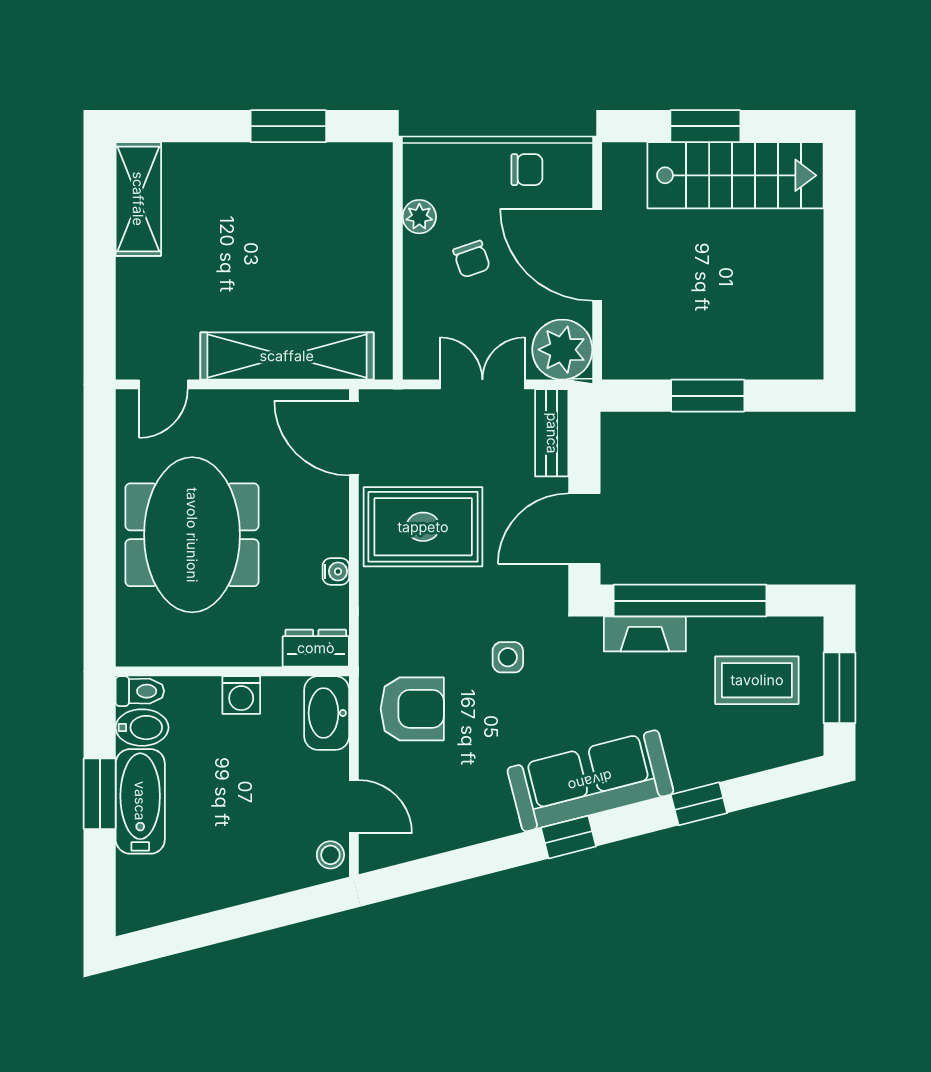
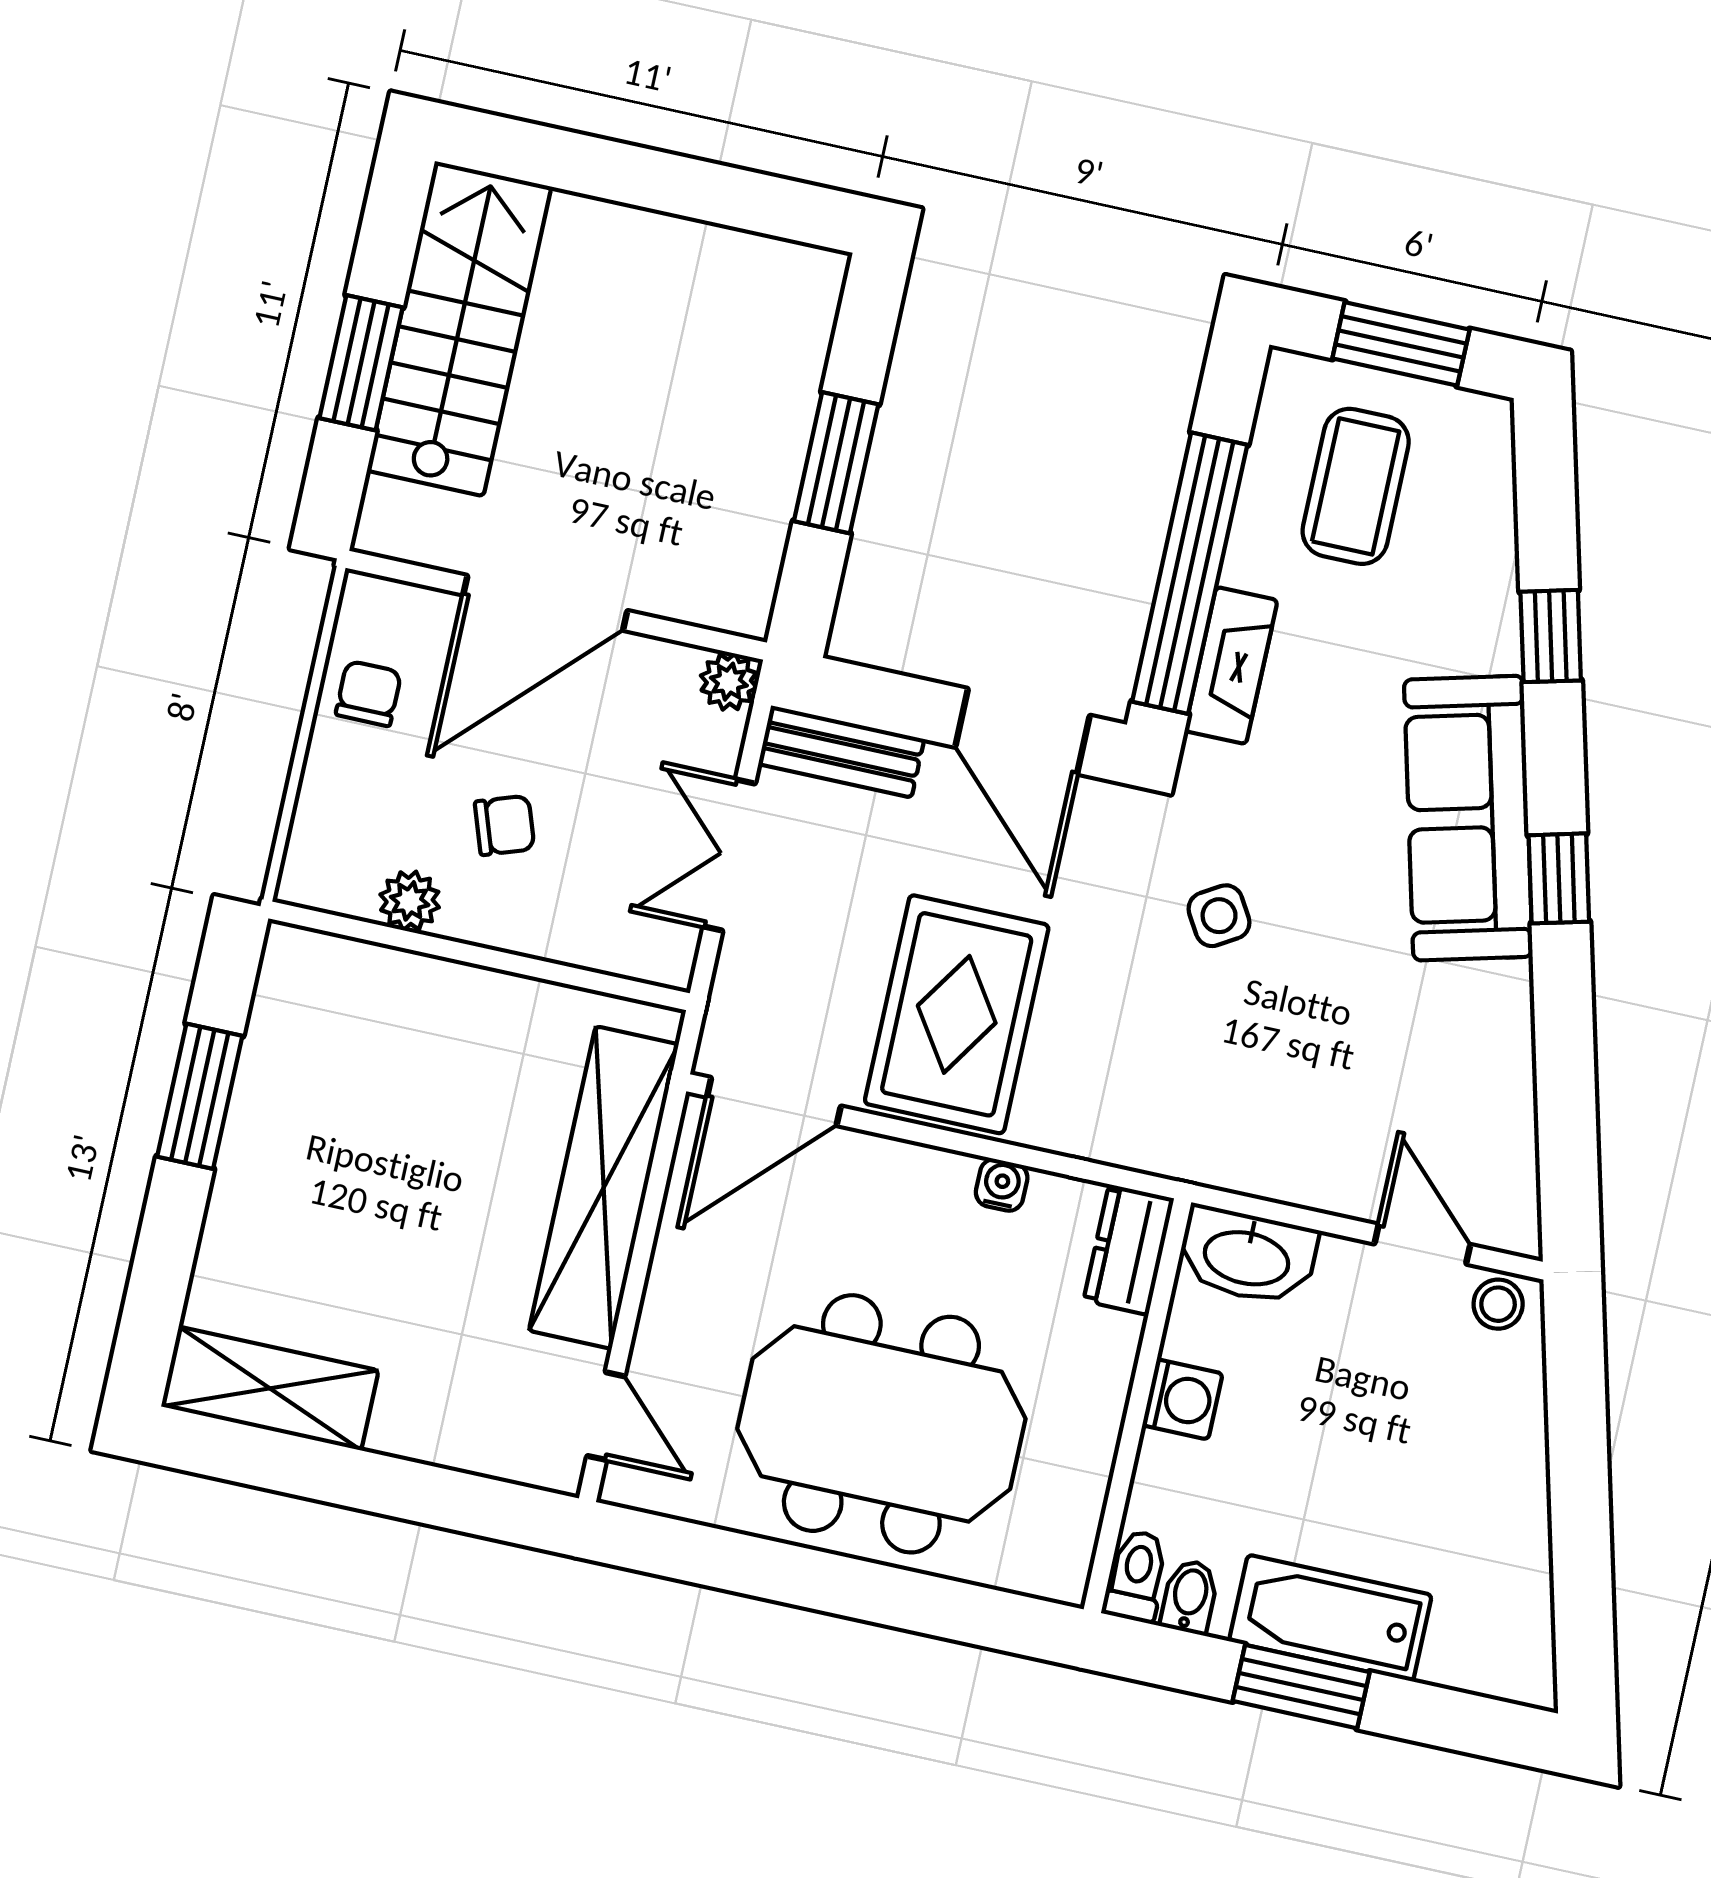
plant: (562, 350) -> (729, 682), width x0.53, depth x0.53
side table: (508, 657) -> (1219, 916), turned -31
armchair: (412, 709) -> (1273, 1104), removed
bidet: (142, 728) -> (1190, 1597), width x0.72, depth x0.74
door: (354, 807) -> (1422, 1244), hinge flipped

